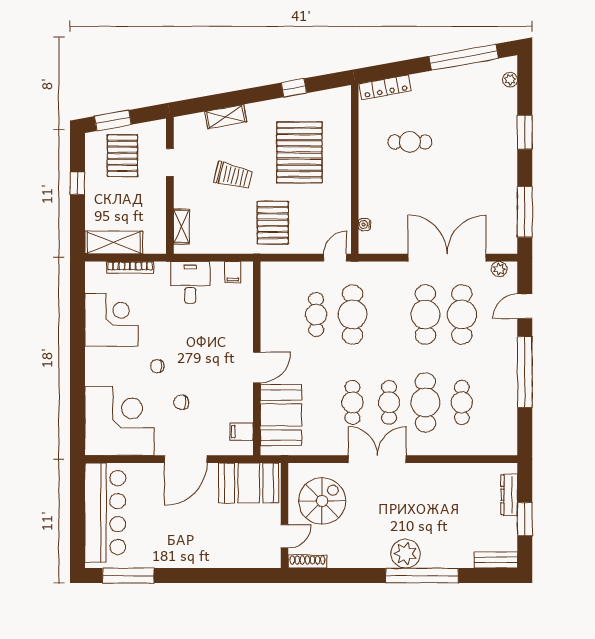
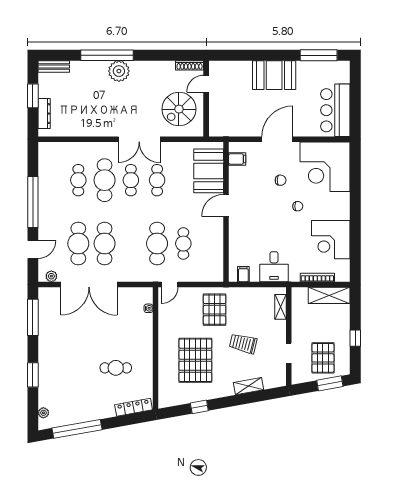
booth: (249, 483) -> (274, 75), moved
bar counter: (105, 513) -> (335, 110), width x0.73

